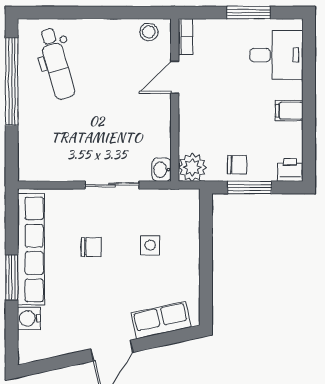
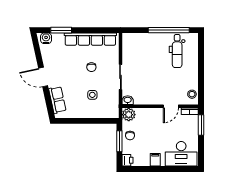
window: (248, 13) -> (201, 125), moved
desk: (276, 55) -> (181, 154), width x1.37
dental chair: (57, 64) -> (177, 51), turned -74
door: (175, 77) -> (171, 106), swing flipped
window: (12, 277) -> (61, 30), moved
water cooler: (29, 318) -> (46, 38), moved

